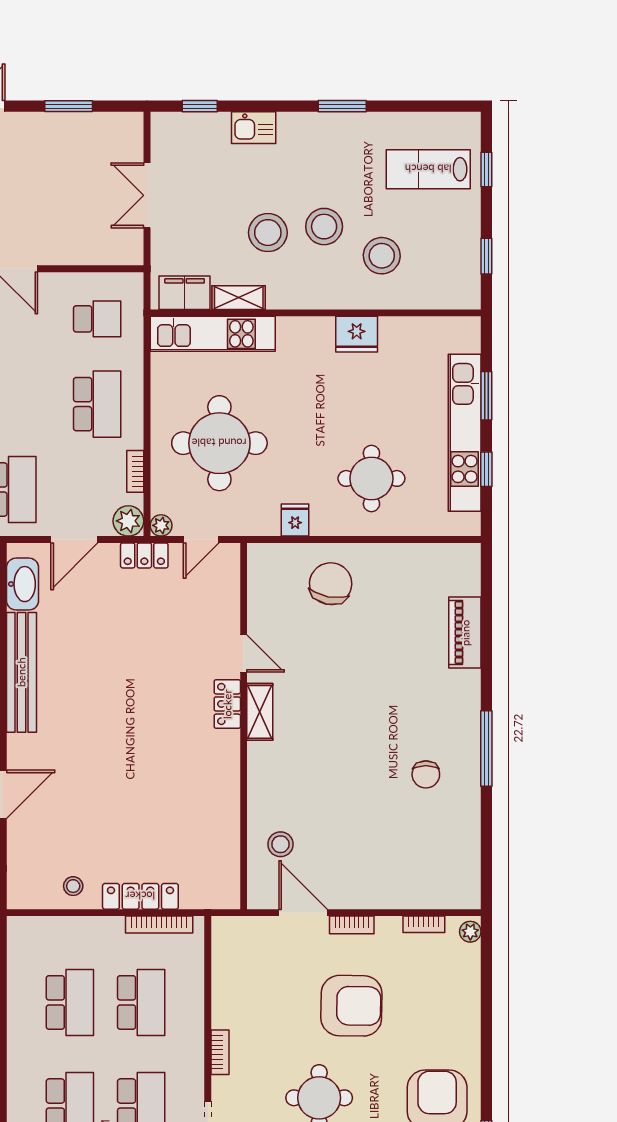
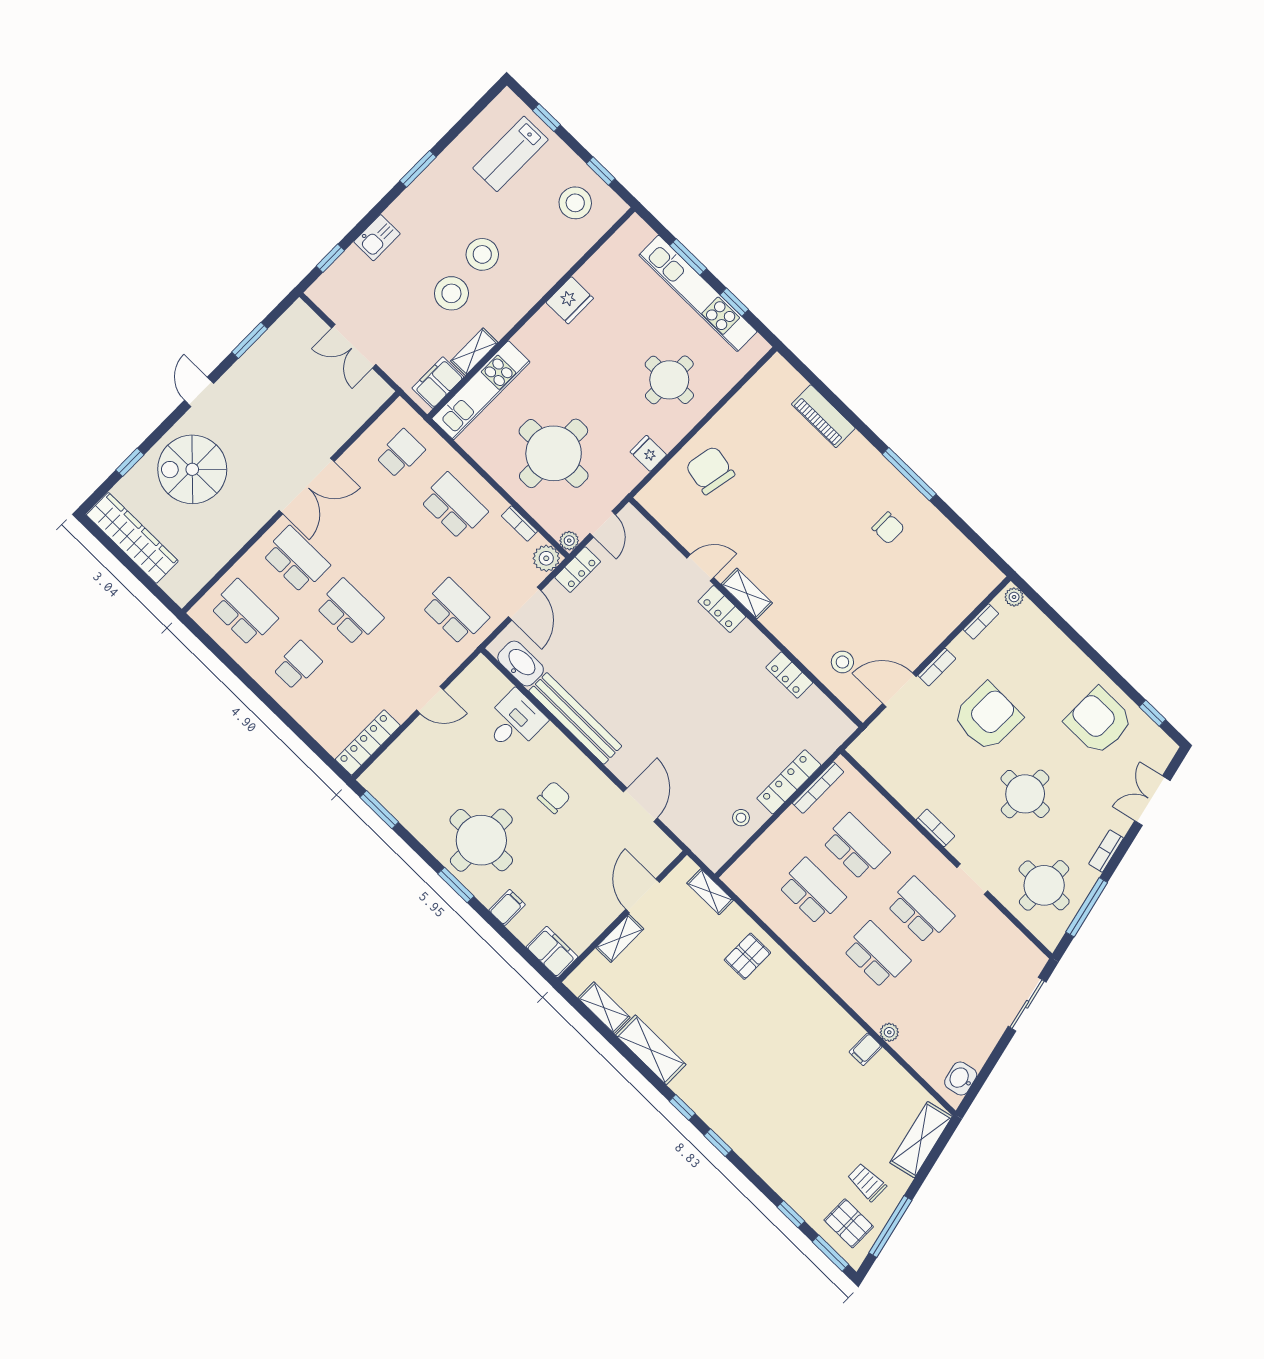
stool: (382, 256) -> (575, 203), moved
locker: (228, 811) -> (789, 675), added

